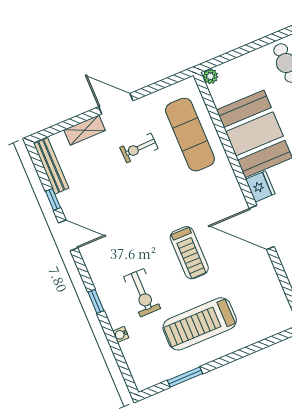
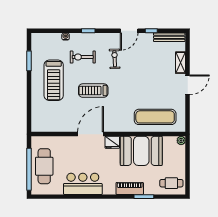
exercise bike: (139, 148) -> (115, 59), moved
treadmill: (200, 324) -> (54, 80), turned 180

